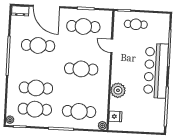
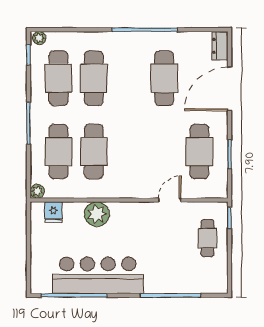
cafe table: (81, 69) -> (94, 152), moved
bar counter: (156, 71) -> (98, 275), moved

